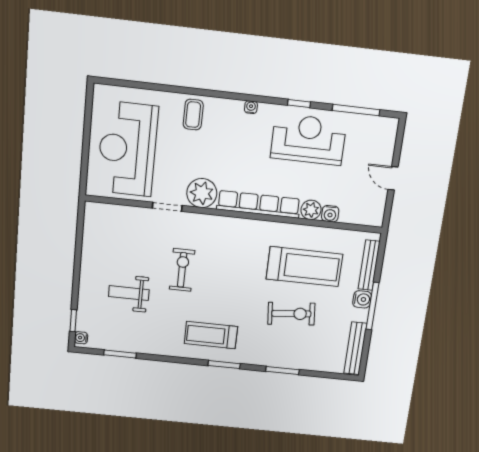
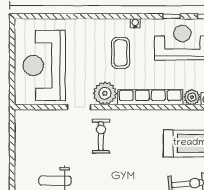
coffee table: (193, 115) -> (120, 53), moved, width x1.36, depth x1.30
exercise bike: (182, 270) -> (101, 136), moved

